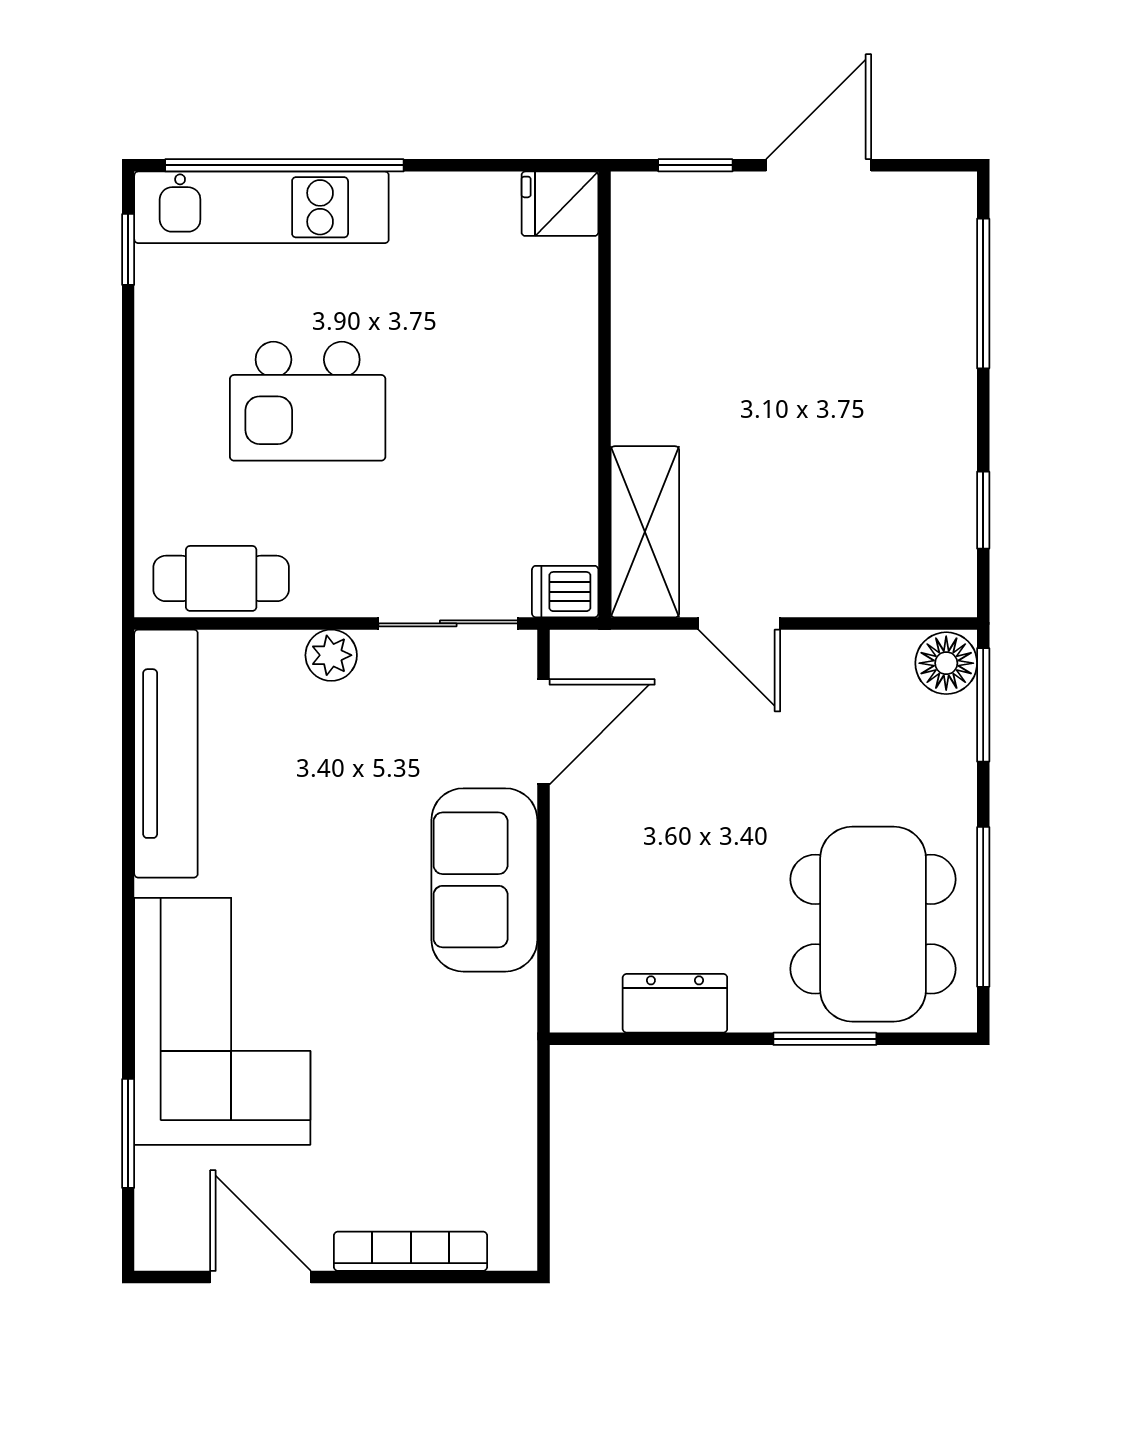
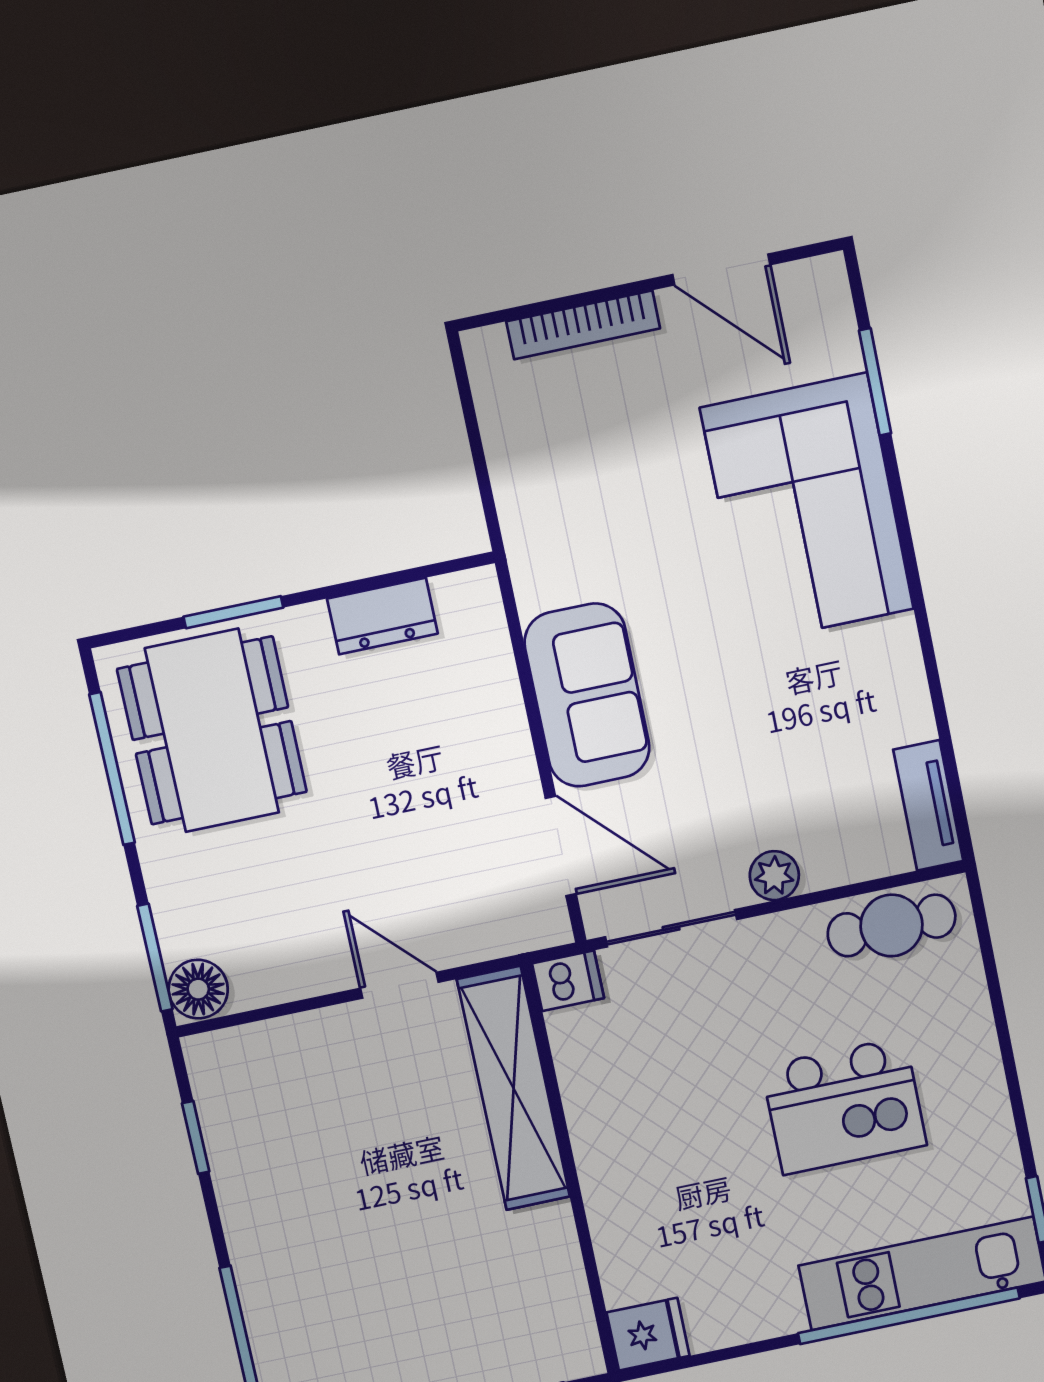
kitchen island: (308, 401) -> (844, 1106), turned 180
shelving: (645, 532) -> (514, 1088), width x1.47
door: (543, 732) -> (561, 846), swing flipped
tv unit: (166, 754) -> (928, 805), width x0.52, depth x0.78

